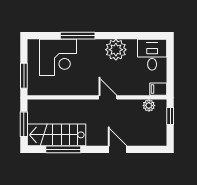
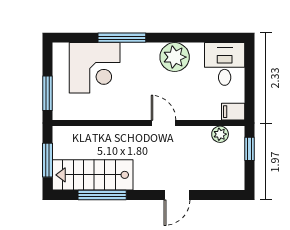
door: (118, 149) -> (177, 195), swing flipped

